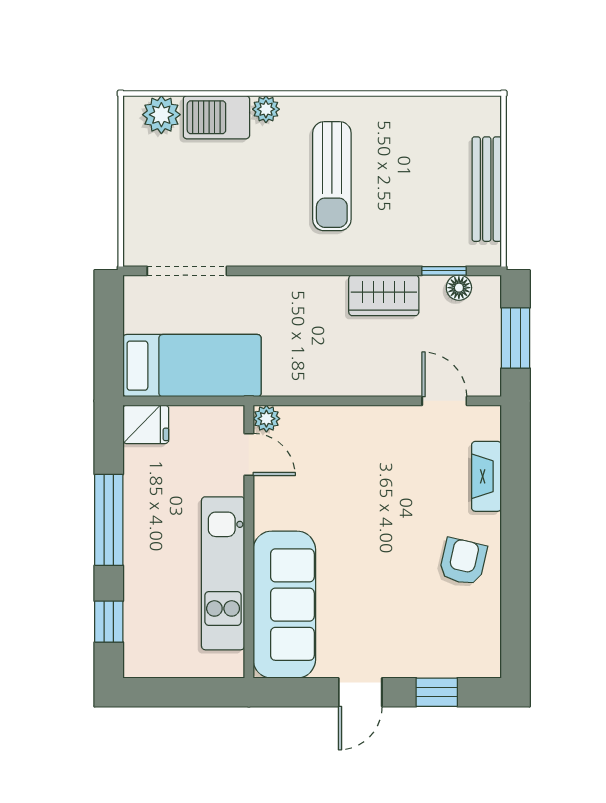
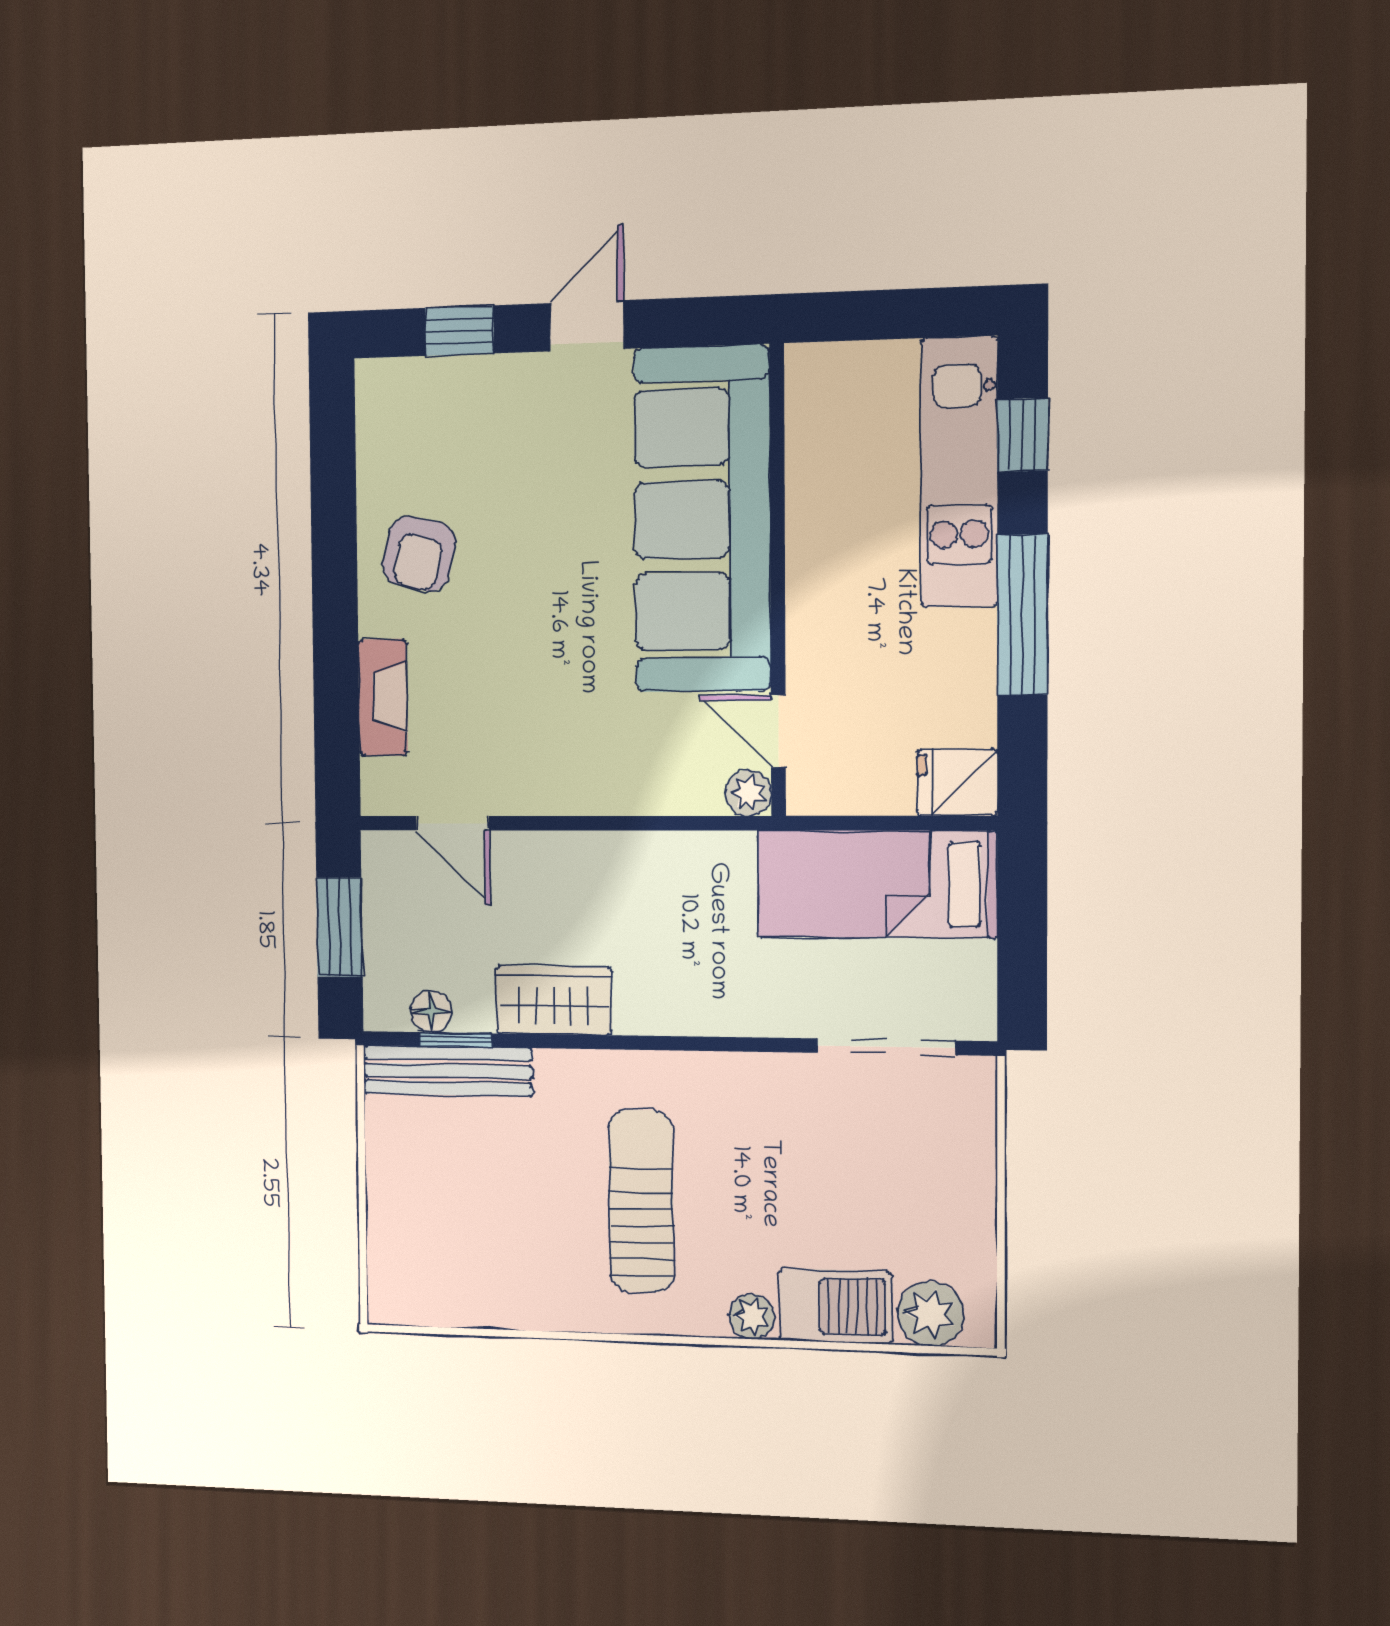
bench: (487, 189) -> (448, 1071), moved, turned 90
kitchen unit: (223, 573) -> (959, 472), moved, turned 180
sofa: (284, 605) -> (702, 519), width x1.36, depth x1.27

